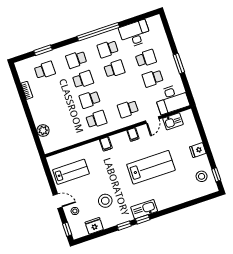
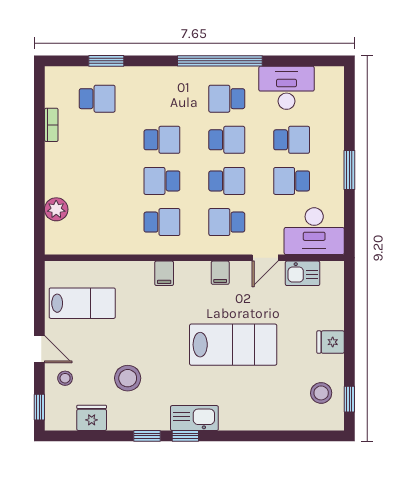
school desk: (76, 60) -> (227, 181), moved, turned 180

